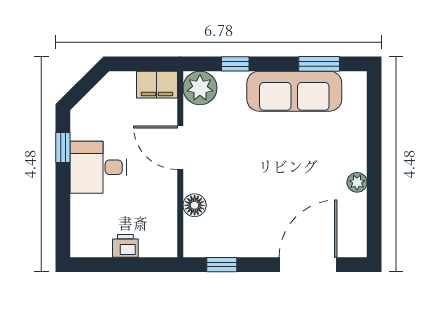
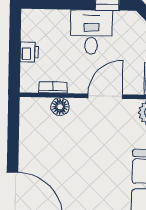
bookcase: (170, 215) -> (53, 87), added
window: (222, 265) -> (13, 127), removed

